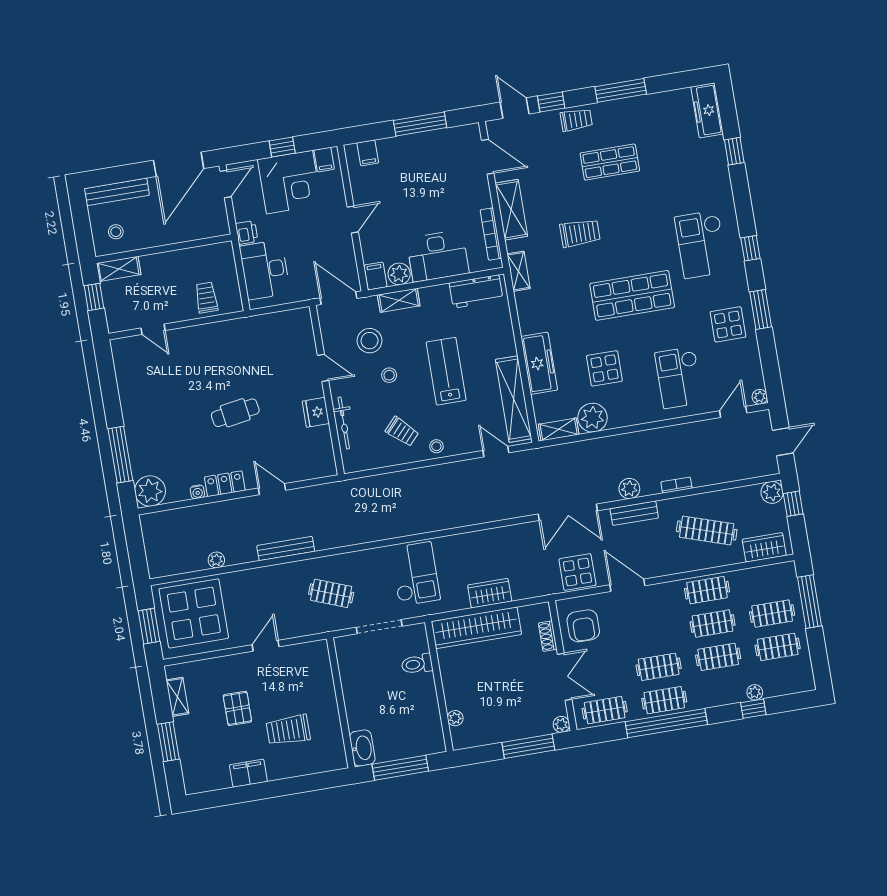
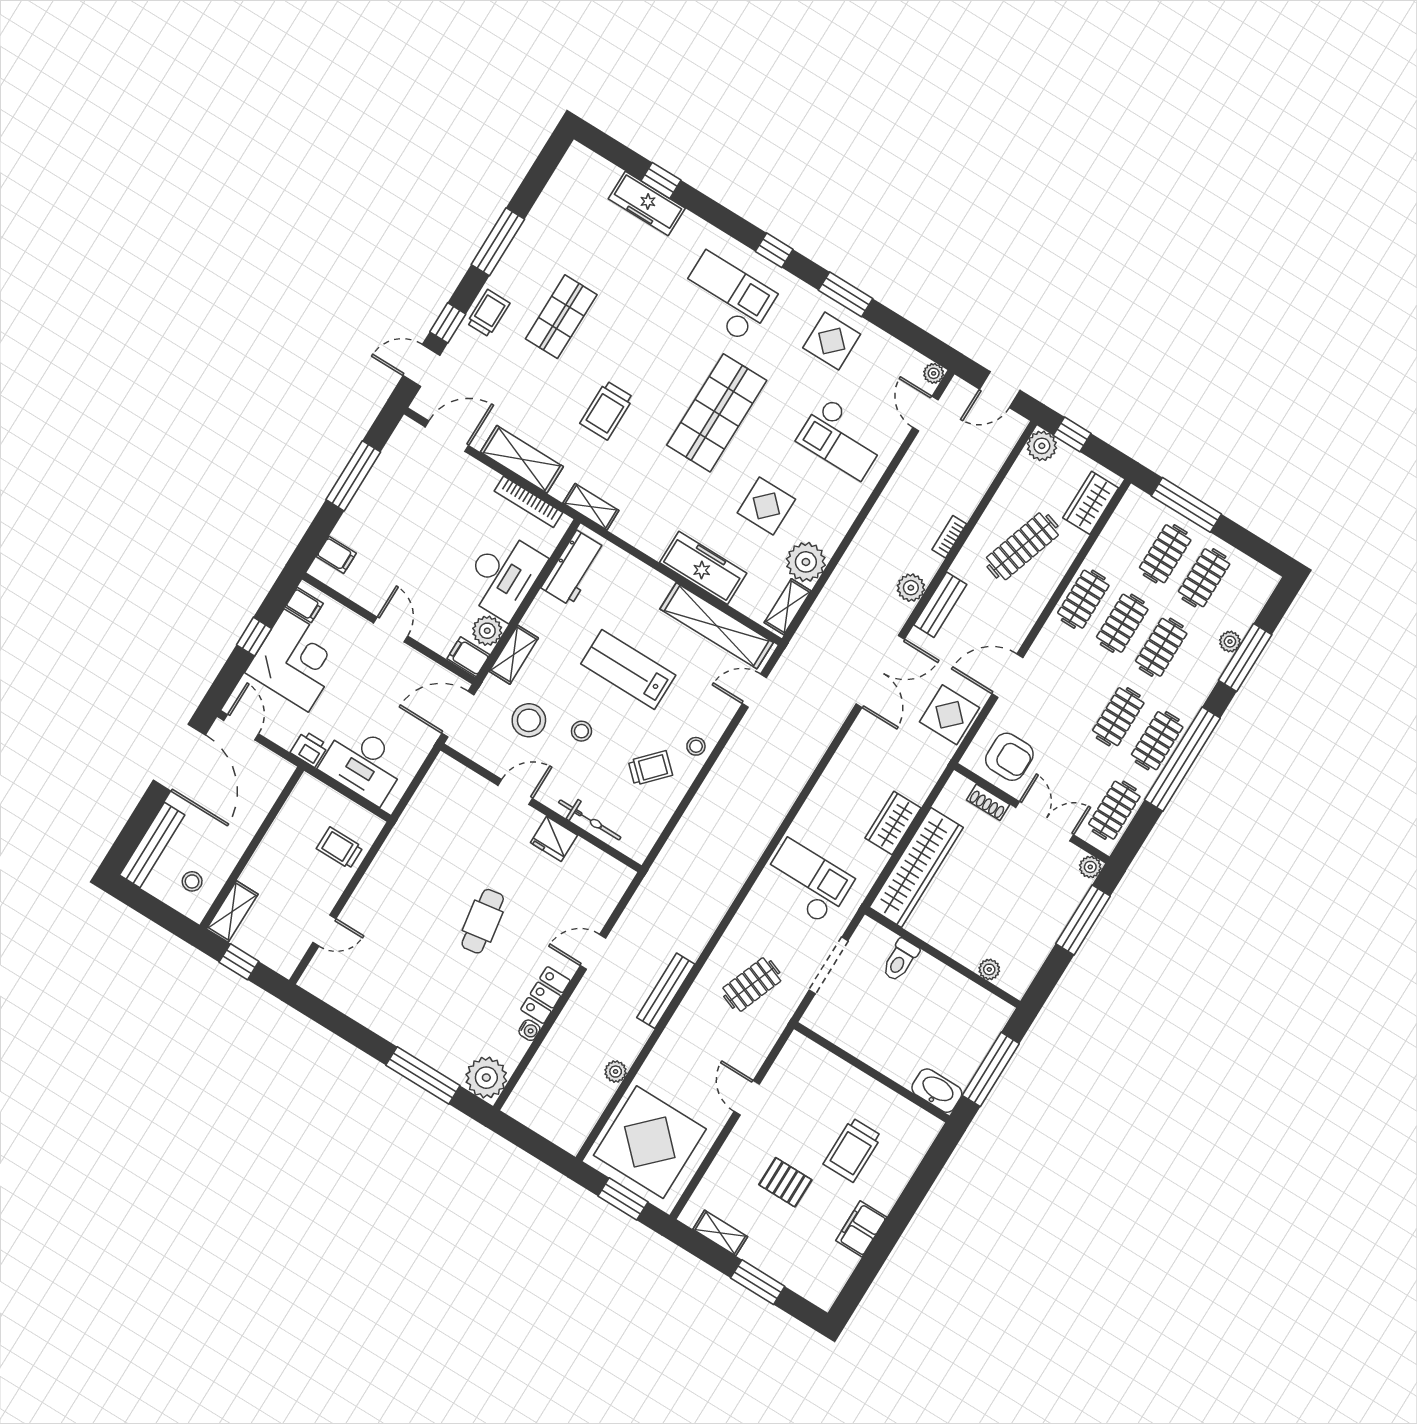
freezer: (707, 110) -> (647, 204), moved
trolley: (580, 233) -> (607, 410), turned 180
checkout: (701, 244) -> (726, 297), turned 180
door: (783, 442) -> (1000, 390), swing flipped
window: (753, 709) -> (1245, 658), width x2.17

